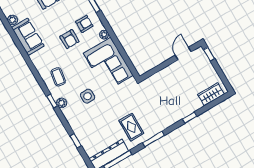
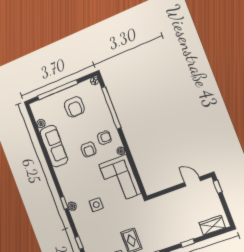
sofa: (28, 37) -> (54, 146), width x1.36
door: (183, 54) -> (192, 182), hinge flipped
coffee table: (58, 77) -> (73, 182), removed

